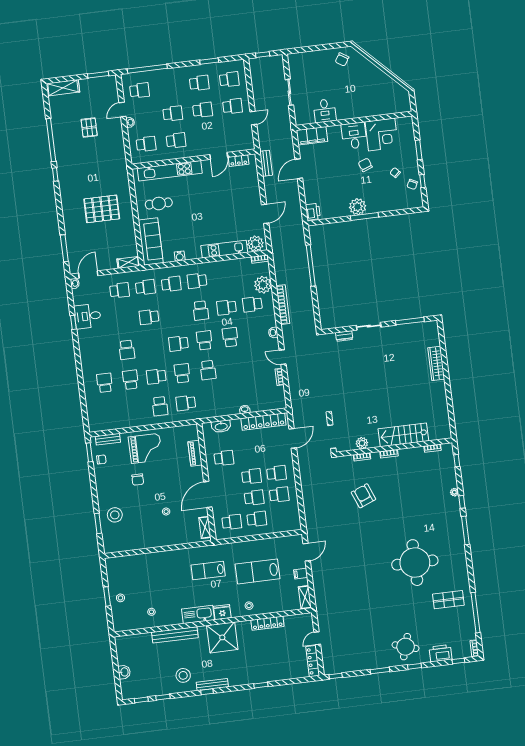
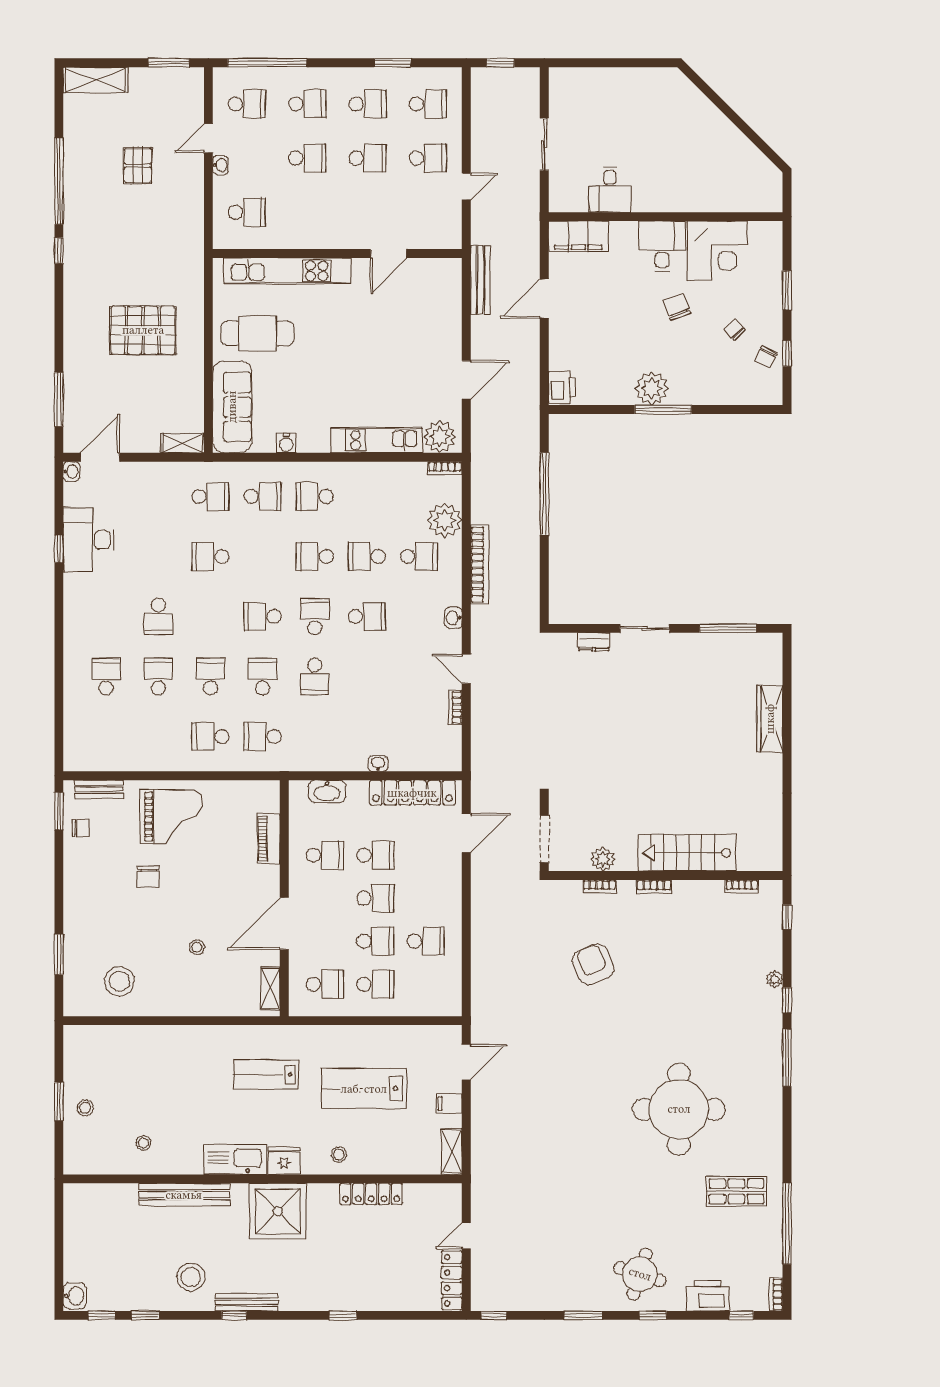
chair: (342, 59) -> (657, 92), removed
school desk: (176, 140) -> (307, 104), moved
locker: (239, 161) -> (427, 268), removed
bench: (266, 163) -> (480, 280), width x1.36
cafe table: (159, 203) -> (257, 333), width x1.37, depth x1.35
school desk: (119, 290) -> (158, 496), removed
school desk: (252, 304) -> (419, 556), turned 180
school desk: (201, 311) -> (315, 556), turned 90
desk: (88, 316) -> (89, 540), width x1.37
school desk: (230, 337) -> (367, 616), turned 90
school desk: (156, 376) -> (210, 676), turned 90
school desk: (160, 406) -> (210, 737), turned 90
school desk: (277, 473) -> (375, 855), moved
stool: (115, 515) -> (119, 981), moved
washbasin: (124, 672) -> (74, 1296), moved

